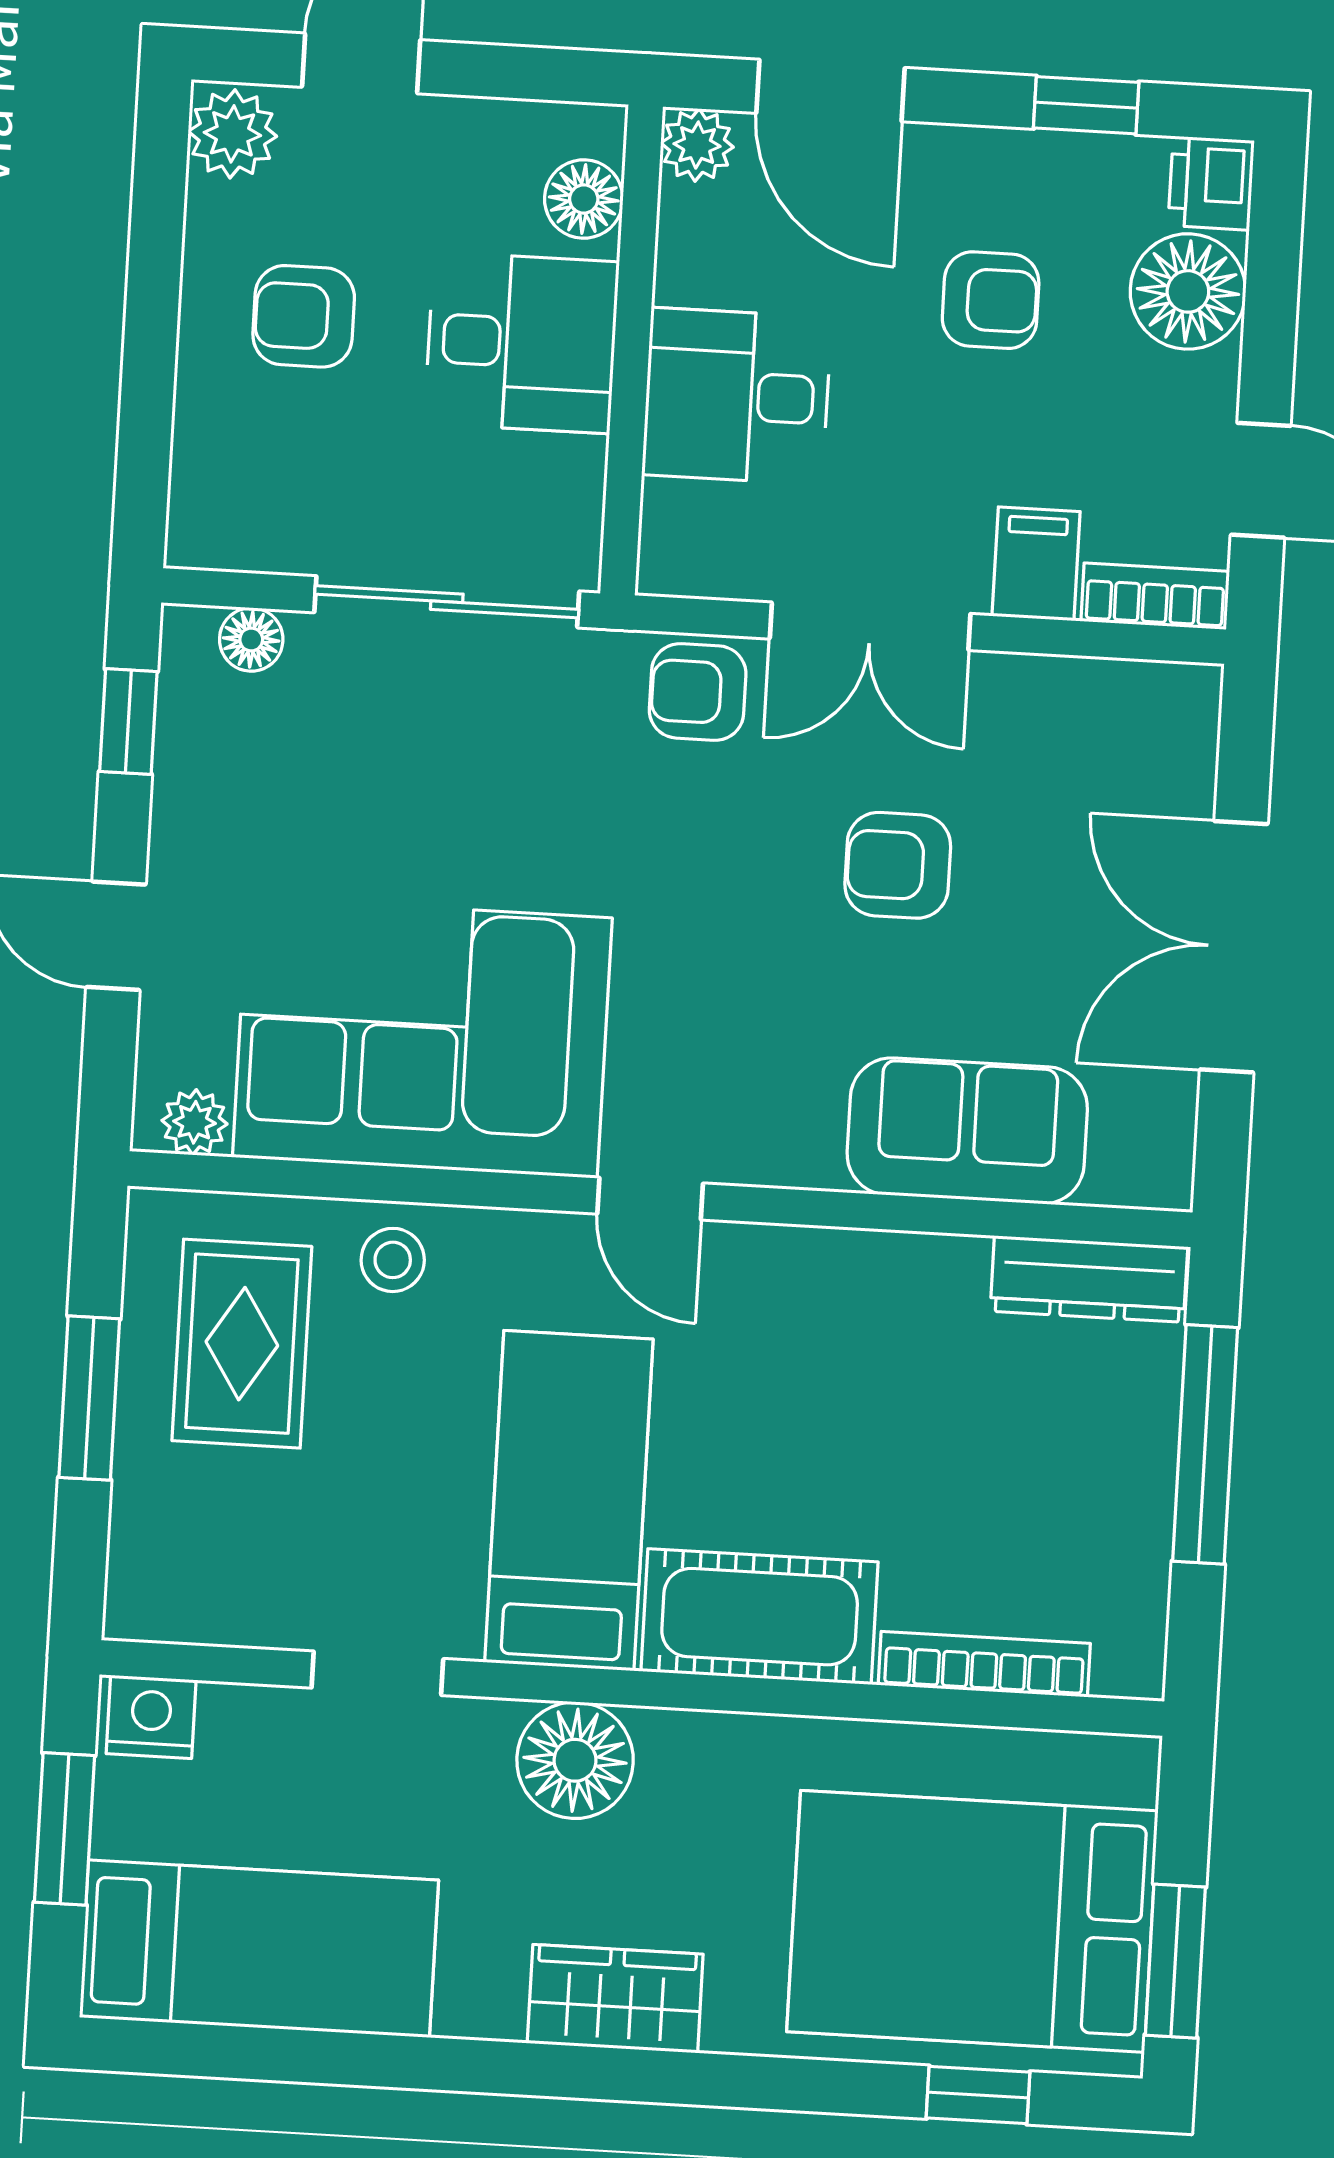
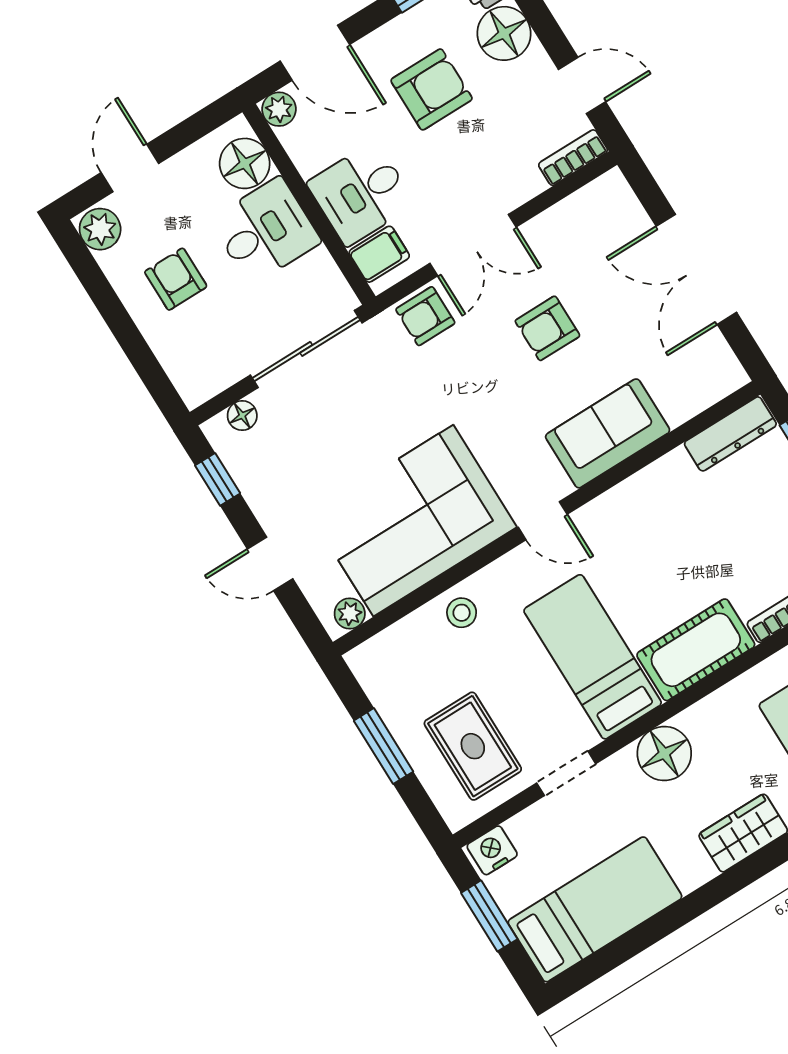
floor lamp: (584, 199) -> (245, 163), width x1.38, depth x1.38
armchair: (991, 300) -> (432, 89), width x1.38, depth x1.38
armchair: (304, 316) -> (176, 279), turned 90
filing cabinet: (1036, 564) -> (379, 254), moved, turned 90
sofa: (967, 1131) -> (608, 433), moved
rug: (242, 1344) -> (473, 746), moved

